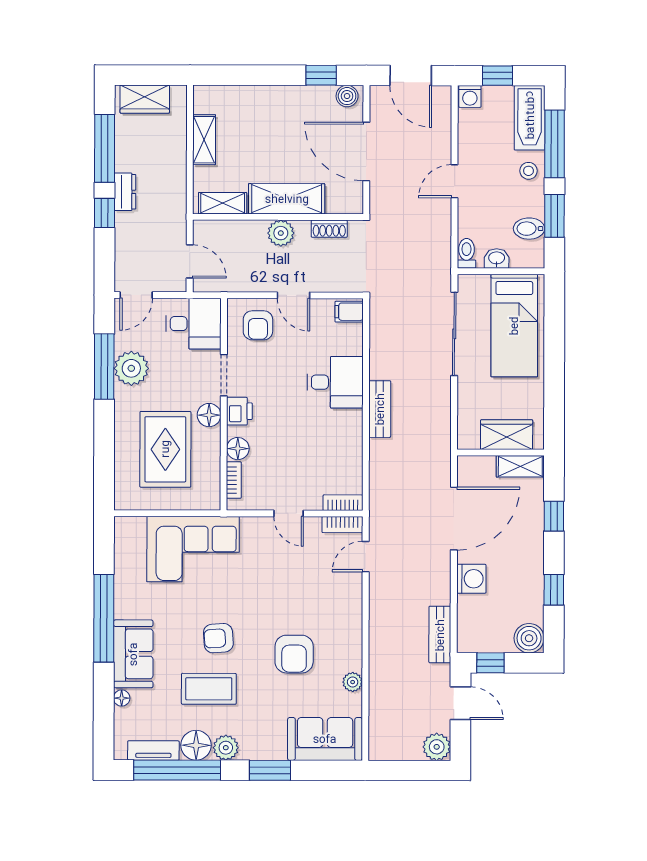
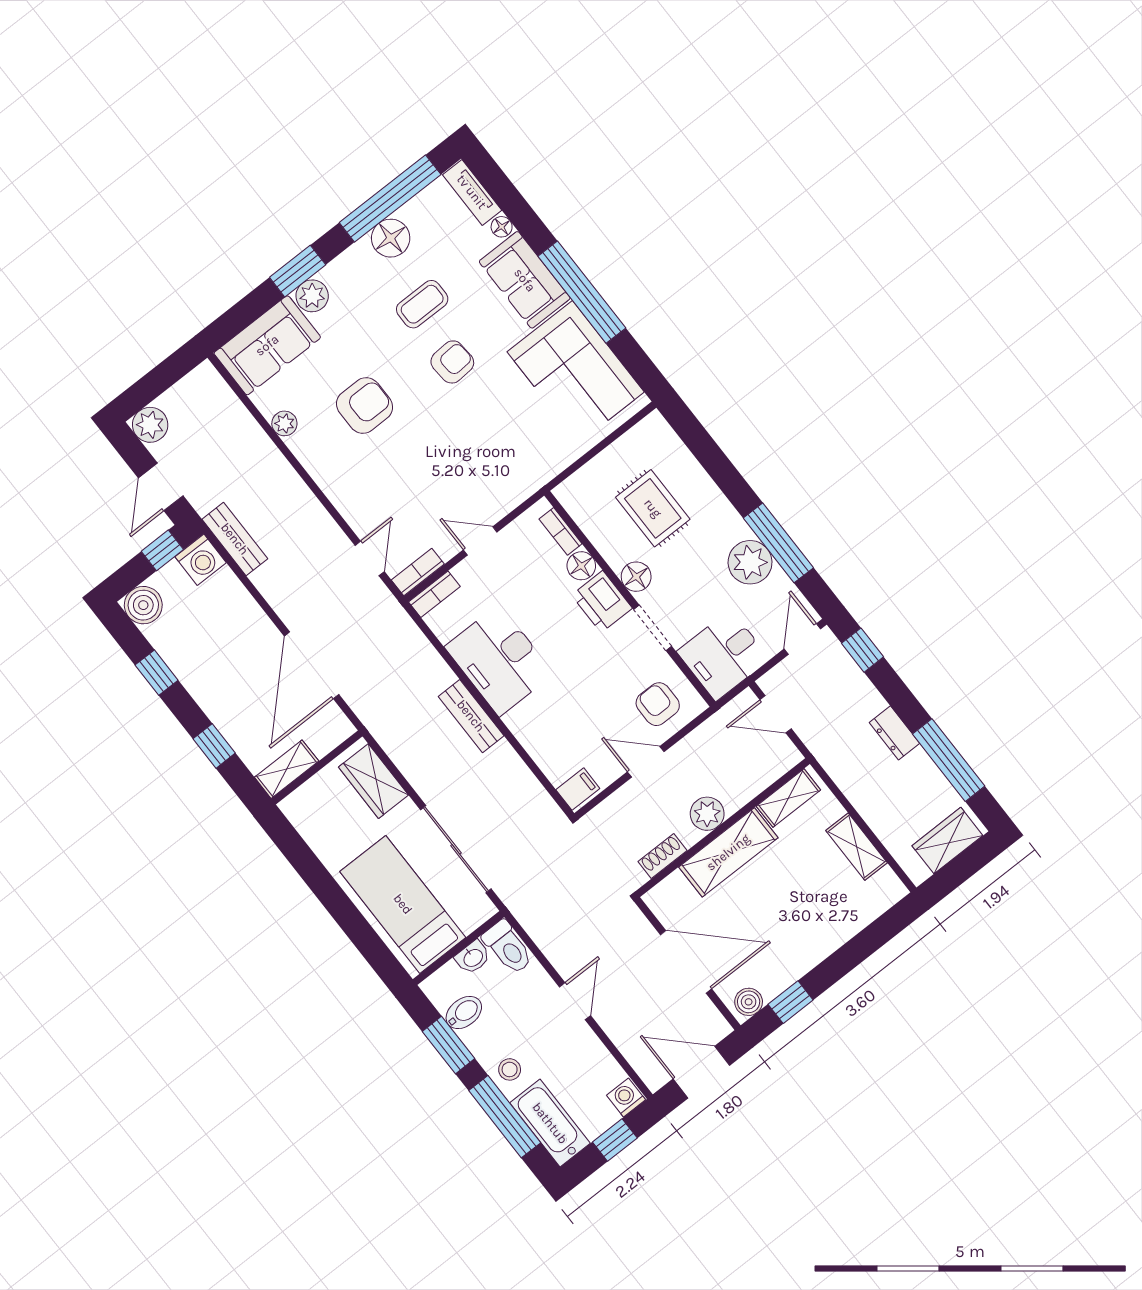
window: (104, 213) -> (862, 650), moved
toilet: (466, 253) -> (508, 947), width x1.37, depth x1.39
desk: (335, 382) -> (499, 660), moved, width x1.37
printer: (239, 411) -> (602, 602), width x1.36, depth x1.24
wardrobe: (507, 435) -> (373, 781), moved, turned 90
rug: (165, 449) -> (653, 508), width x0.73, depth x0.70
corner sofa: (193, 549) -> (576, 372), moved, turned -90
washing machine: (471, 579) -> (201, 560), moved, turned -90
armchair: (294, 654) -> (365, 405), turned 90
coffee table: (209, 689) -> (422, 304), width x0.73, depth x0.77
door: (460, 703) -> (161, 487), hinge flipped
plant: (226, 748) -> (312, 296), moved
tv unit: (153, 750) -> (472, 192), moved, turned 90

